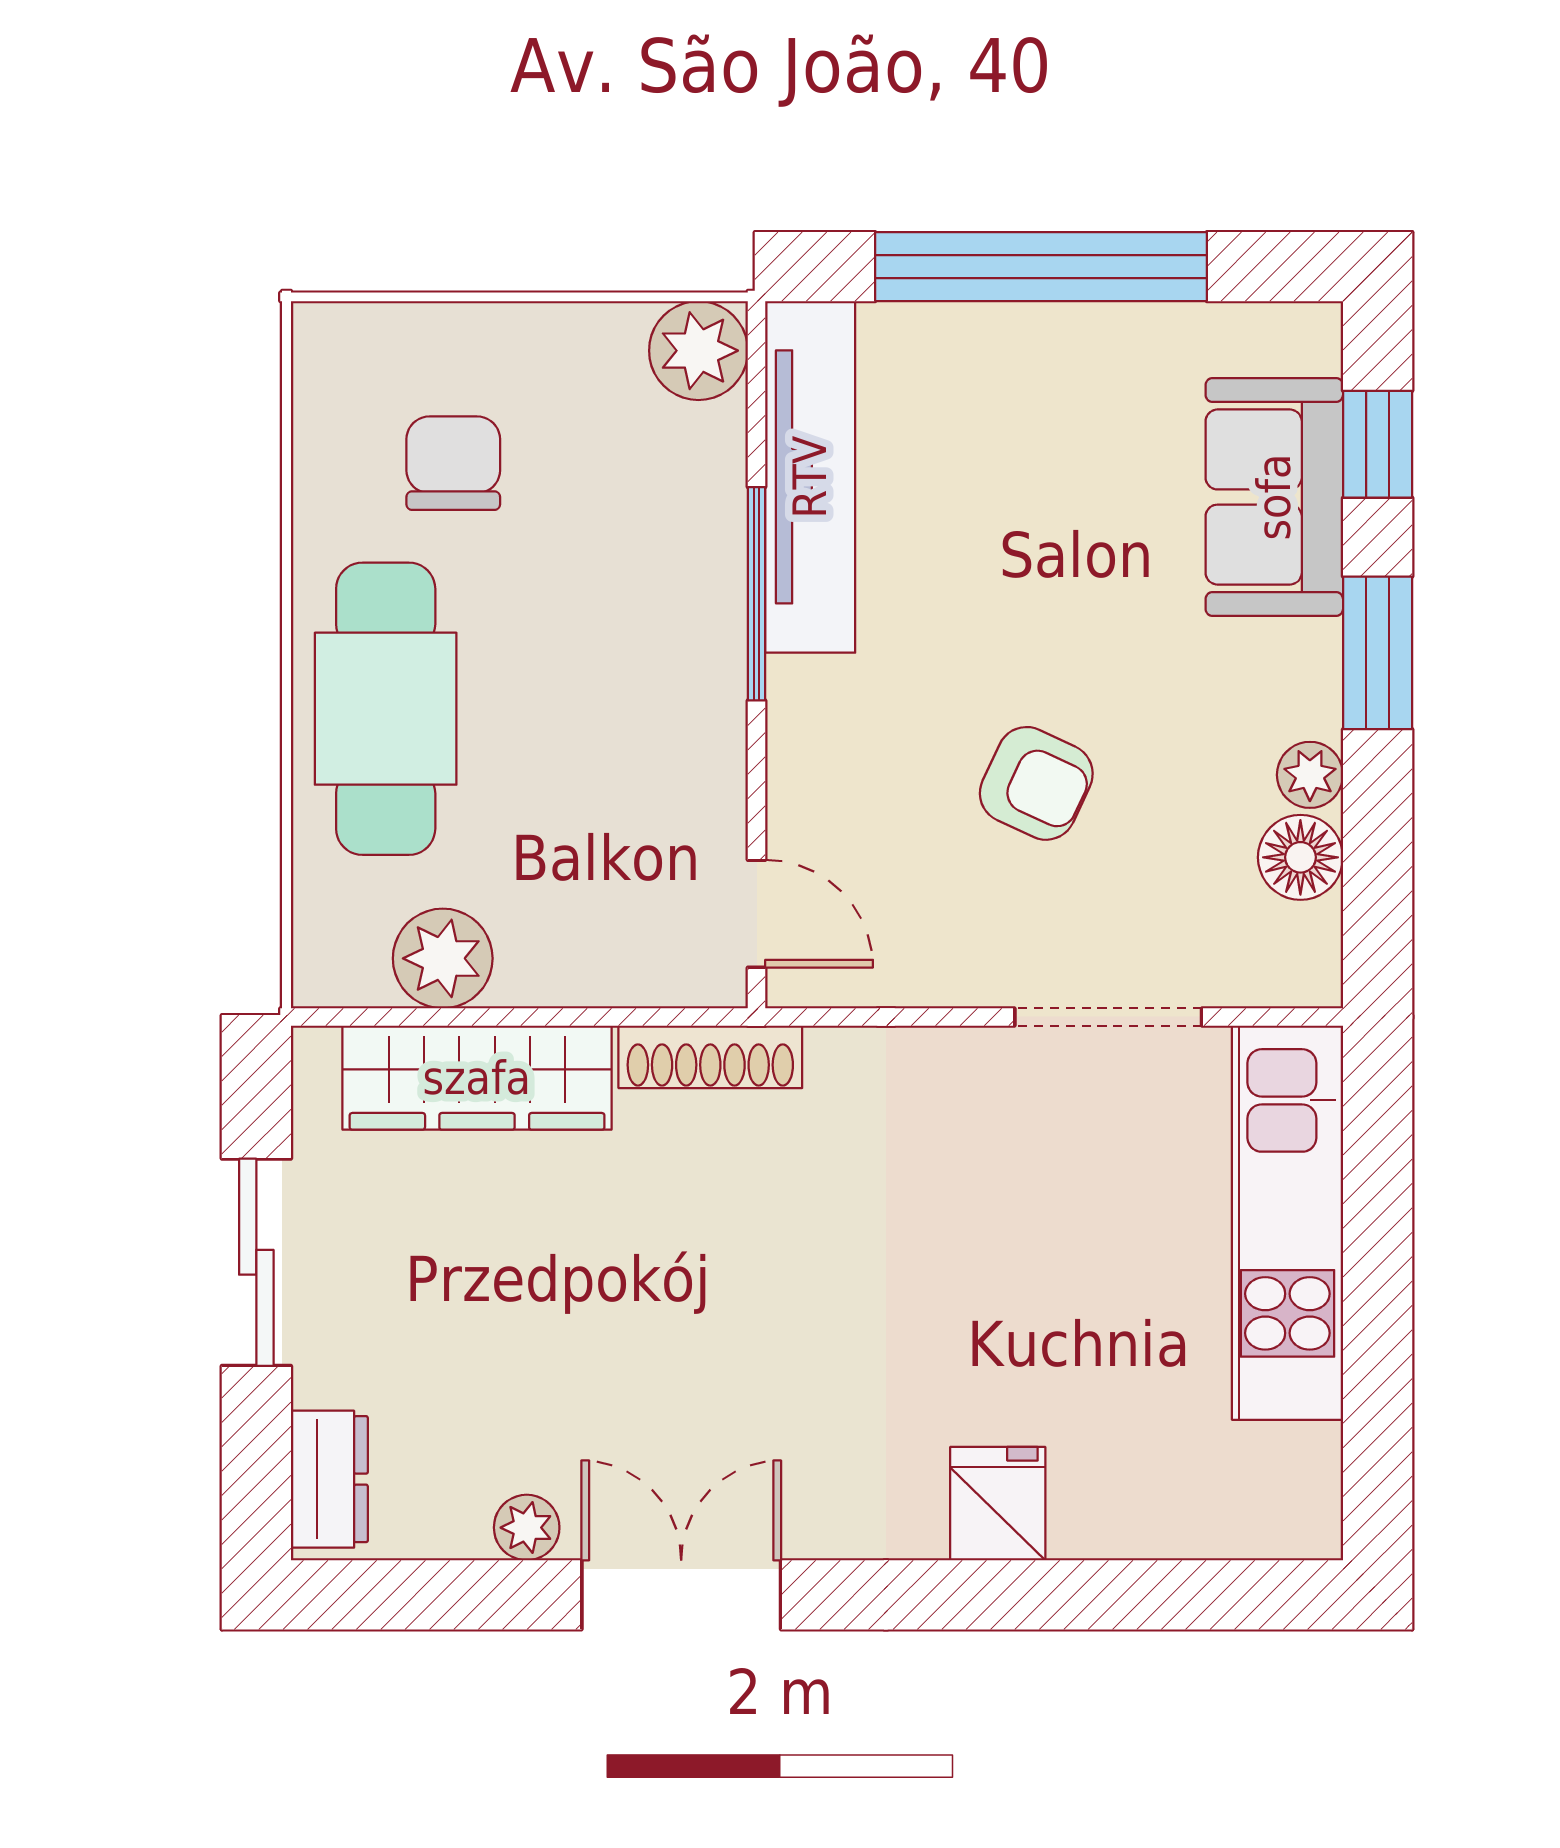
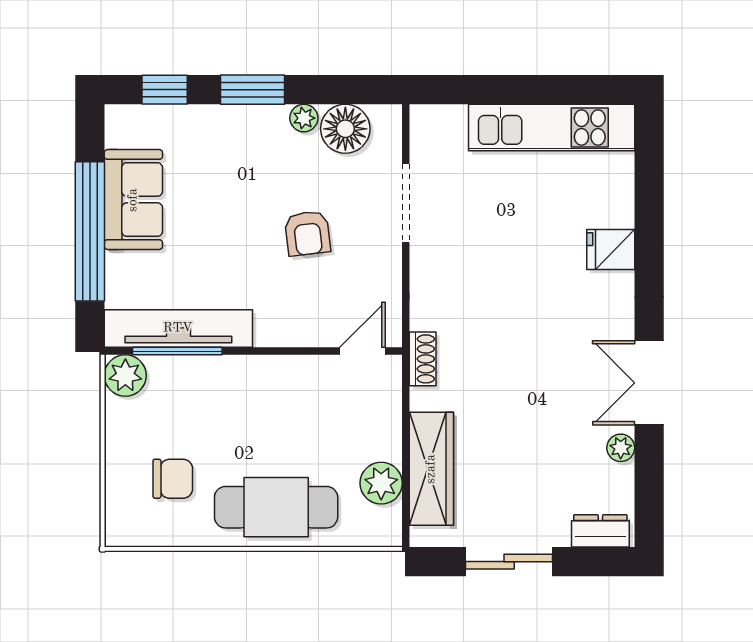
chair: (453, 463) -> (173, 479), turned 180
sofa: (1274, 497) -> (133, 200), moved, turned -90
window: (757, 594) -> (177, 351), moved
armchair: (1036, 783) -> (307, 233), turned 148
floor lamp: (1300, 857) -> (345, 129), width x1.38, depth x1.38
shoe rack: (710, 1057) -> (423, 359), width x0.70
kitchen unit: (1287, 1223) -> (552, 128), moved

